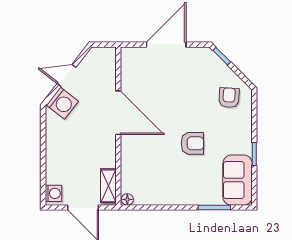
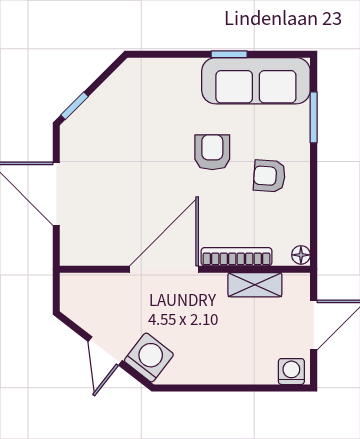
armchair: (229, 98) -> (269, 176), moved
bookcase: (126, 159) -> (236, 257), added
sofa: (238, 180) -> (256, 81), width x1.36
shelving: (108, 186) -> (255, 285), moved

